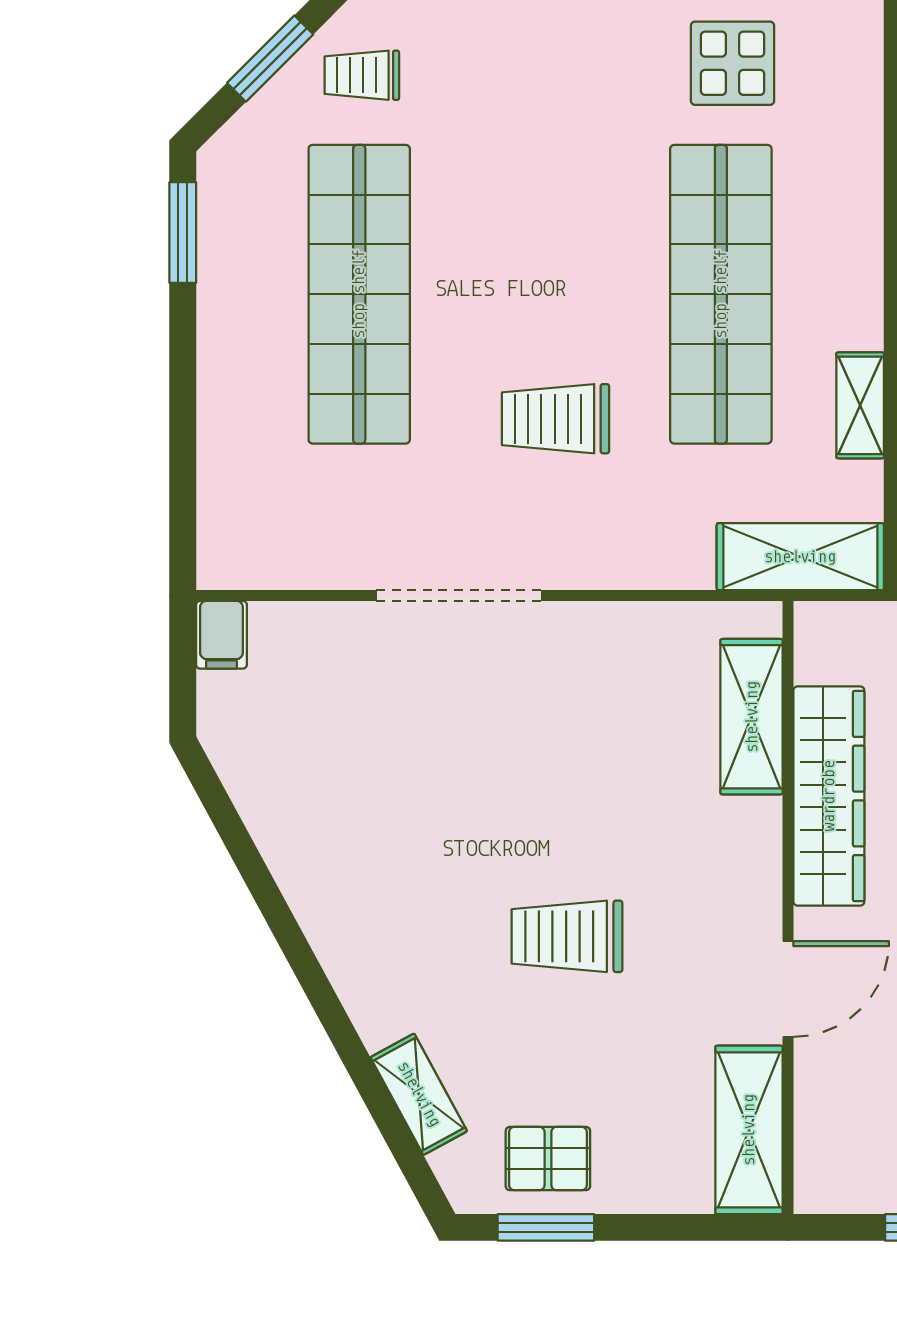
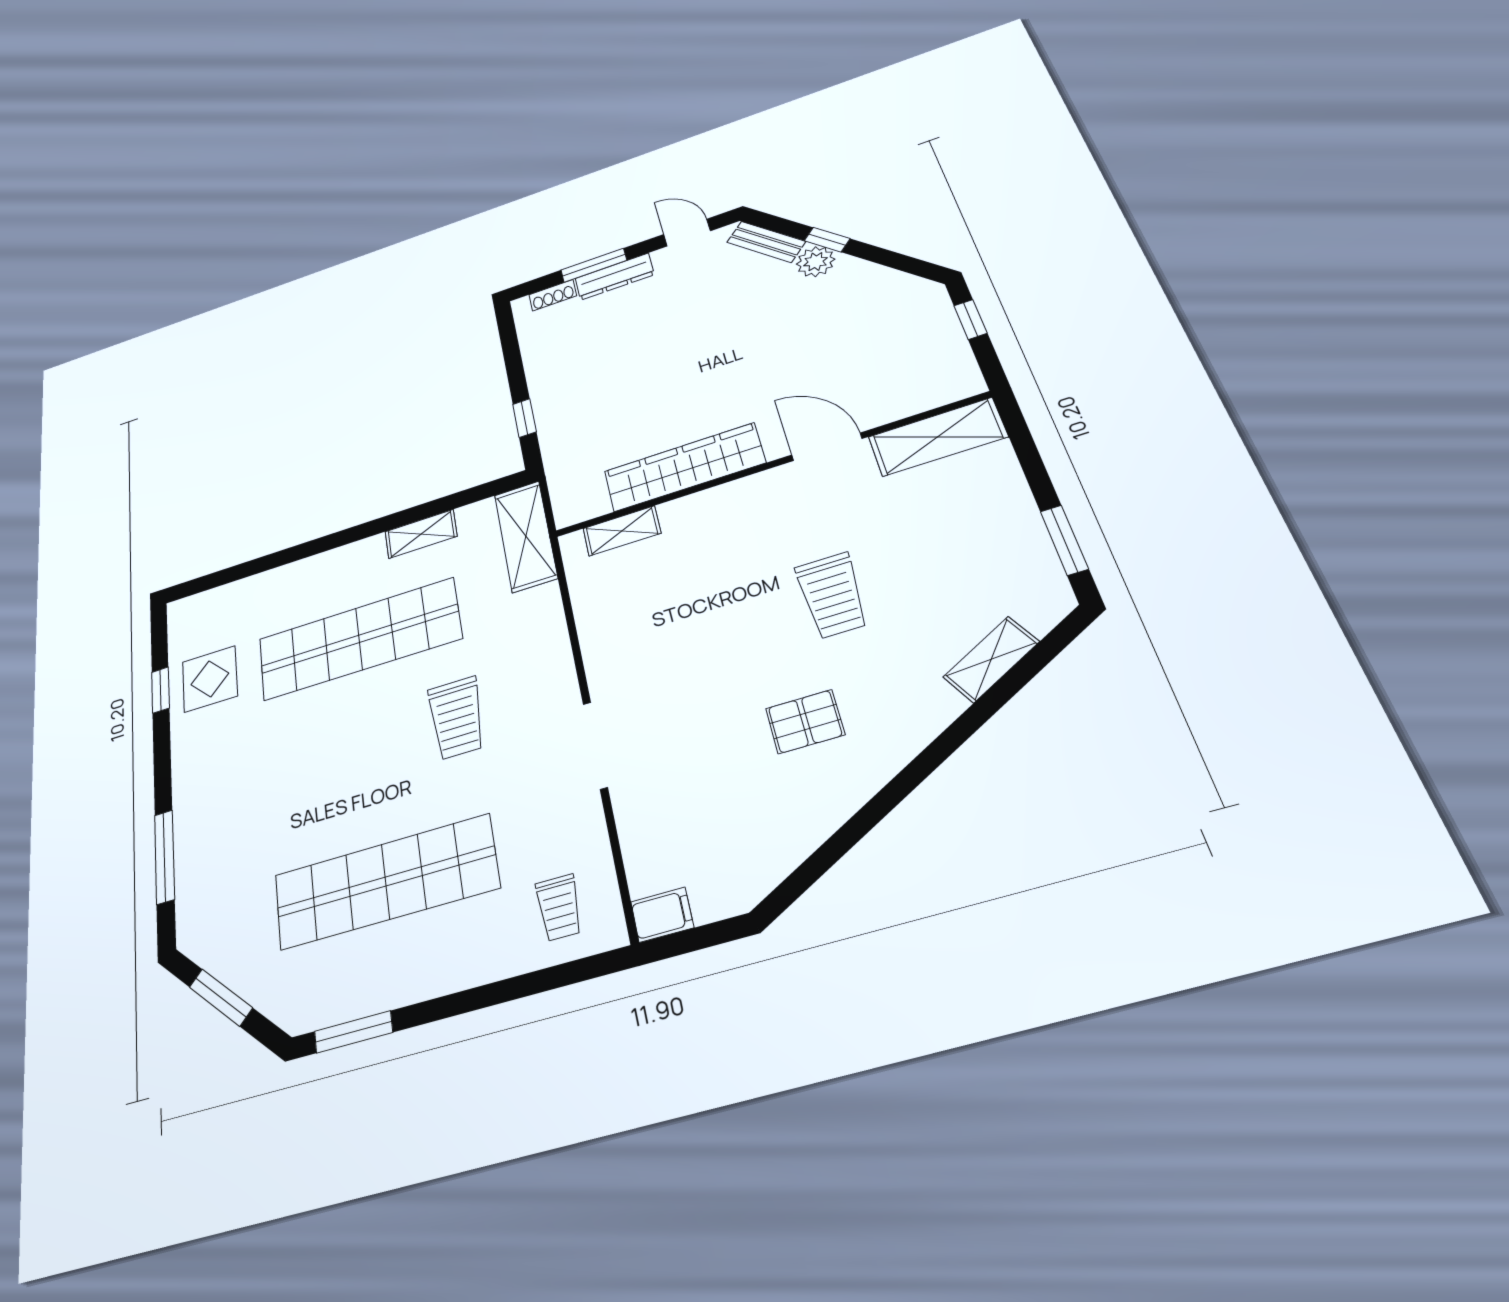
trolley: (362, 75) -> (559, 907), moved
doorway: (459, 595) -> (595, 745), width x0.73
shelving: (752, 717) -> (622, 531), width x0.67, depth x0.75
pallet: (548, 1159) -> (805, 722), moved, turned 90

